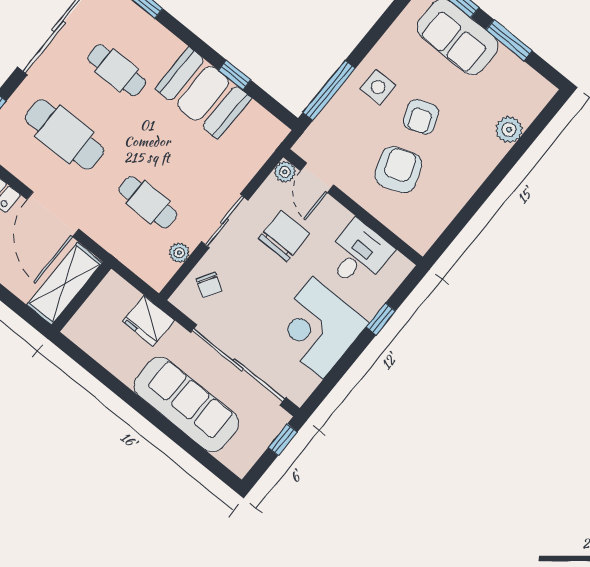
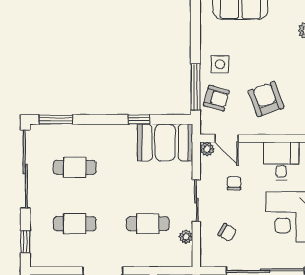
booth: (203, 93) -> (165, 142), moved
armchair: (421, 117) -> (216, 98), moved, turned -53
cafe table: (64, 134) -> (75, 224), width x0.73, depth x0.74
chair: (284, 236) -> (234, 183), width x0.54, depth x0.54
chair: (209, 285) -> (227, 232), moved

